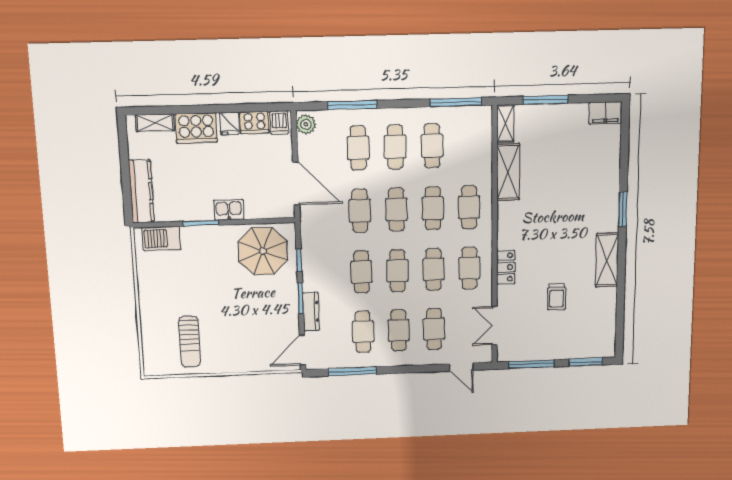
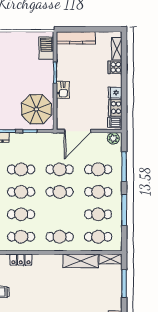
window: (456, 102) -> (124, 210), moved
cooker: (196, 128) -> (115, 67), width x0.53, depth x0.76
cafe table: (433, 208) -> (98, 237), moved

